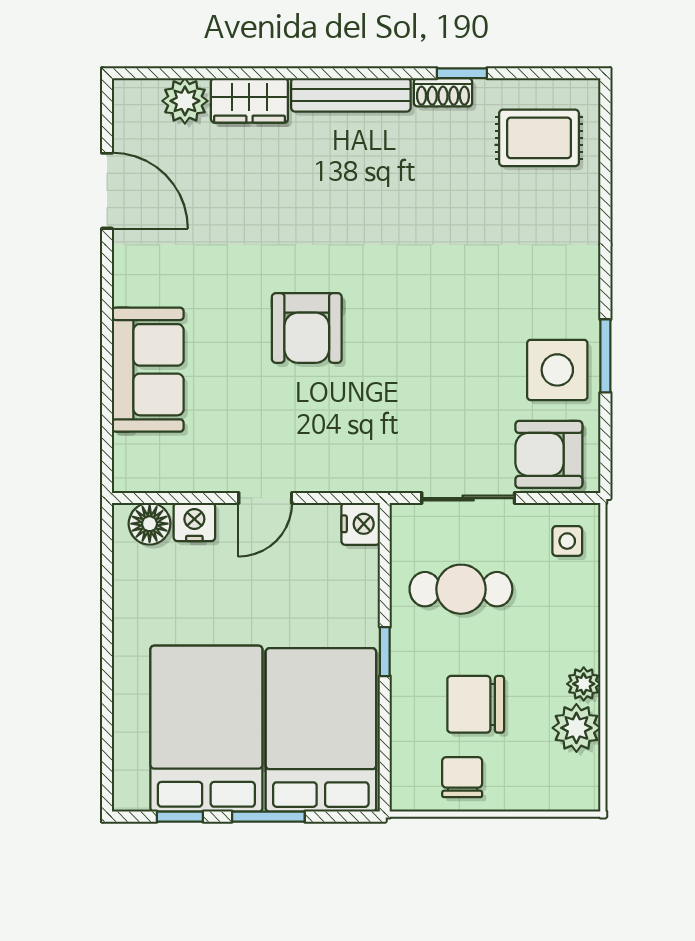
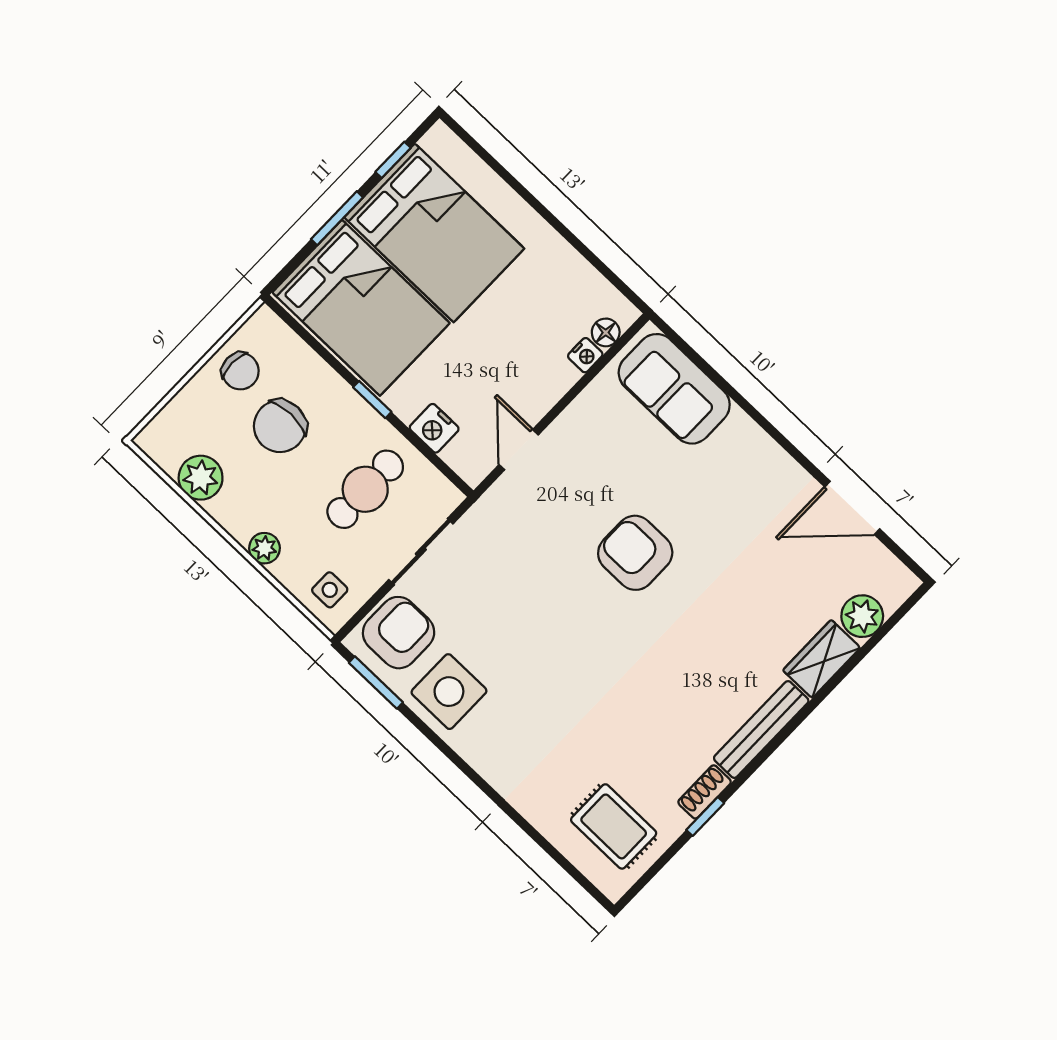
rug: (539, 138) -> (614, 826), turned 90
window: (605, 356) -> (376, 682), moved
sofa: (148, 370) -> (674, 389), moved
door: (265, 498) -> (519, 450), moved
nightstand: (194, 522) -> (585, 355), width x0.72, depth x0.74
floor lamp: (150, 524) -> (606, 332), width x0.73, depth x0.73
nightstand: (361, 524) -> (434, 428), moved
plant: (584, 684) -> (264, 548), moved
chair: (476, 704) -> (280, 426), turned 180

